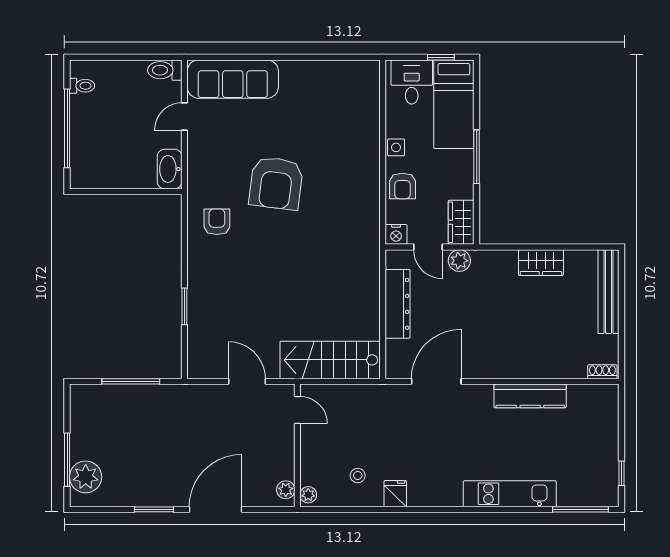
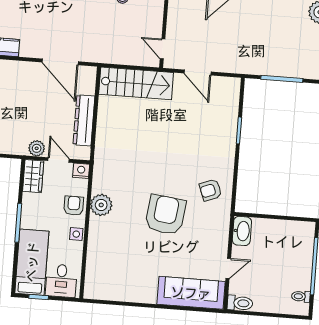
plant: (365, 190) -> (101, 205), added
armchair: (217, 222) -> (211, 190), turned 69
door: (436, 381) -> (60, 62), hinge flipped

